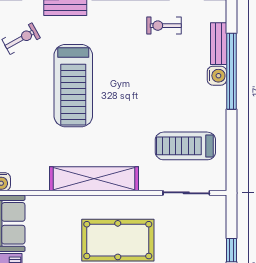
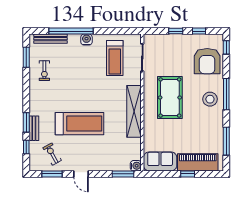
bench: (219, 44) -> (51, 39), width x1.36
water cooler: (217, 76) -> (86, 40), moved

